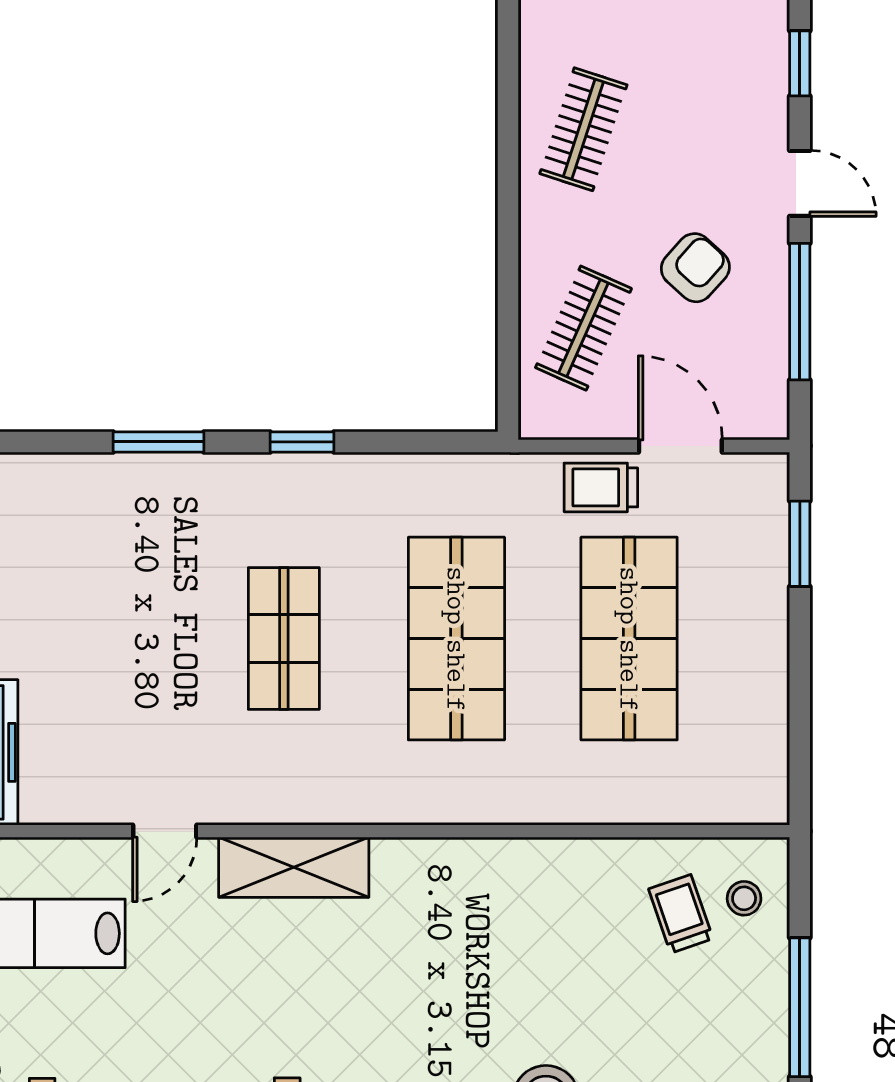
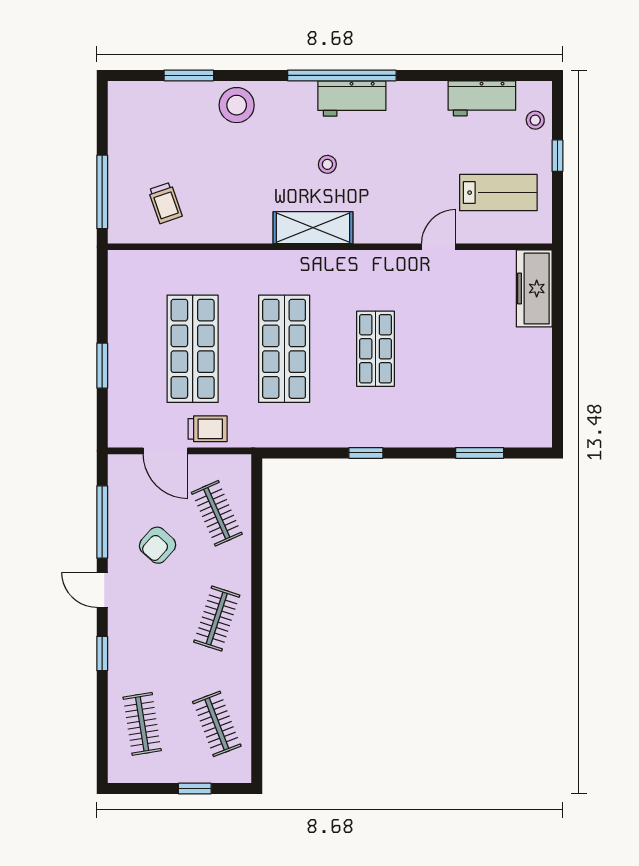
clothes rail: (583, 328) -> (217, 513), turned -48
window: (159, 442) -> (480, 453), moved
window: (800, 544) -> (102, 366), moved
shelving: (294, 867) -> (313, 228), moved
stool: (744, 898) -> (327, 164), moved
window: (800, 1007) -> (102, 192), moved

